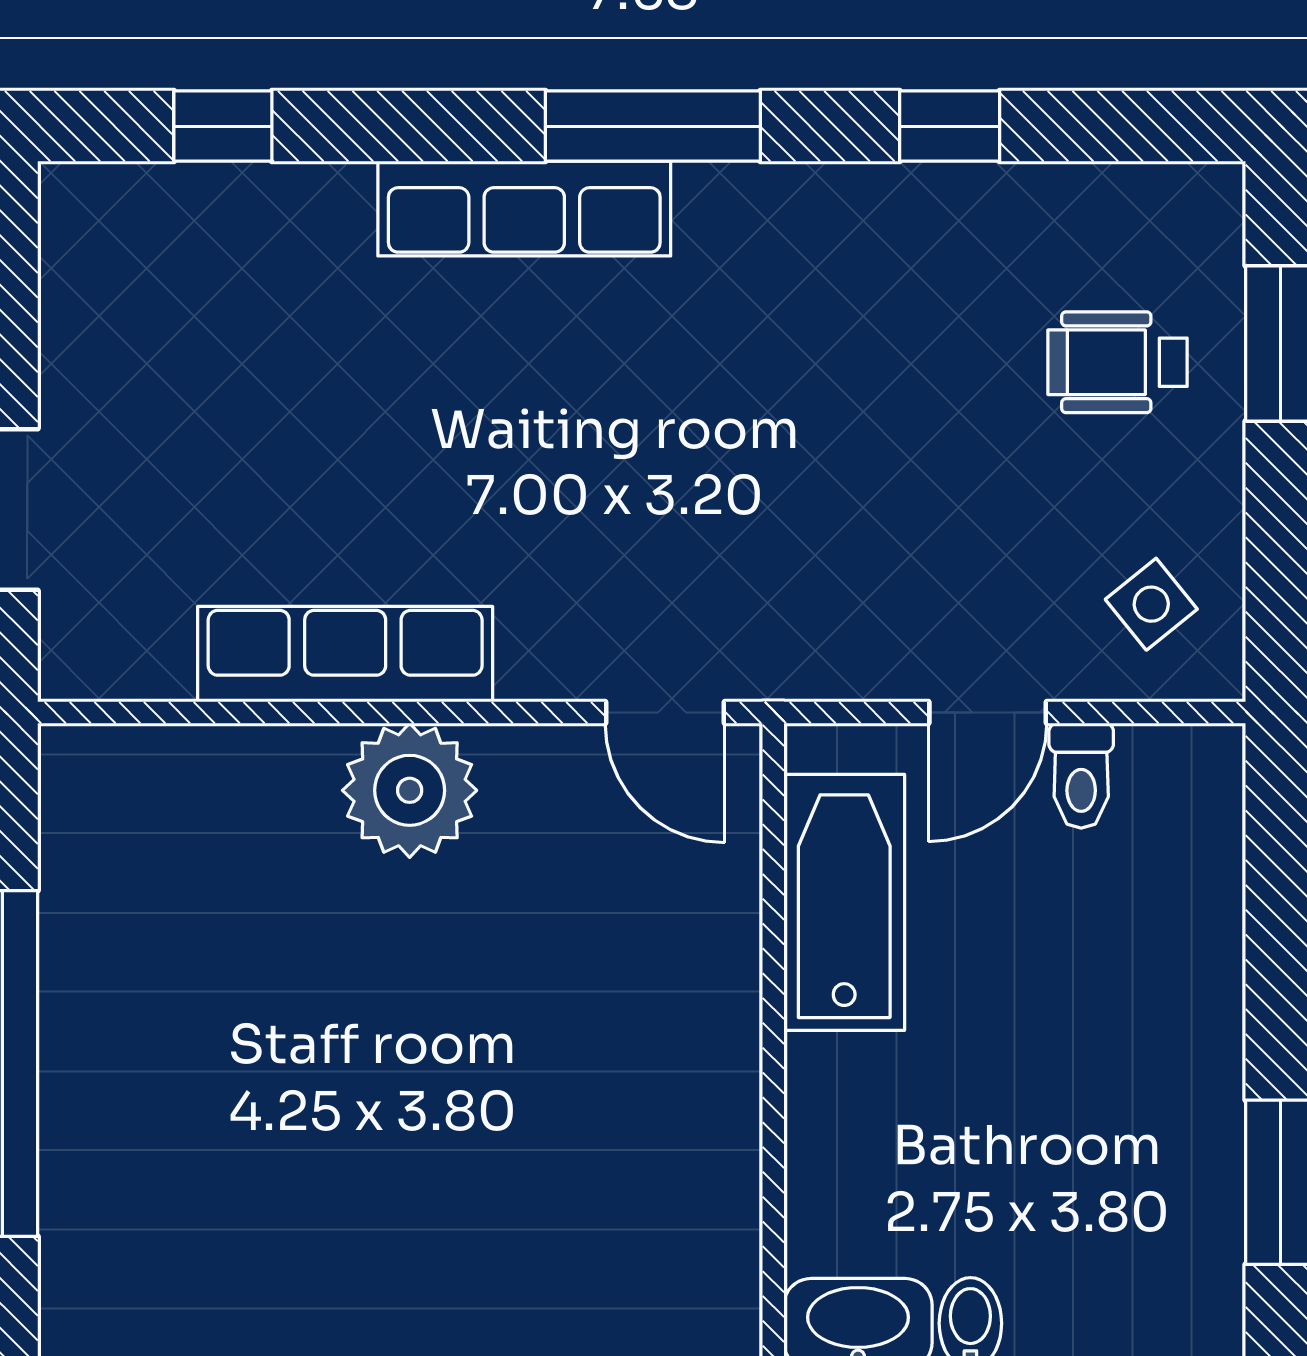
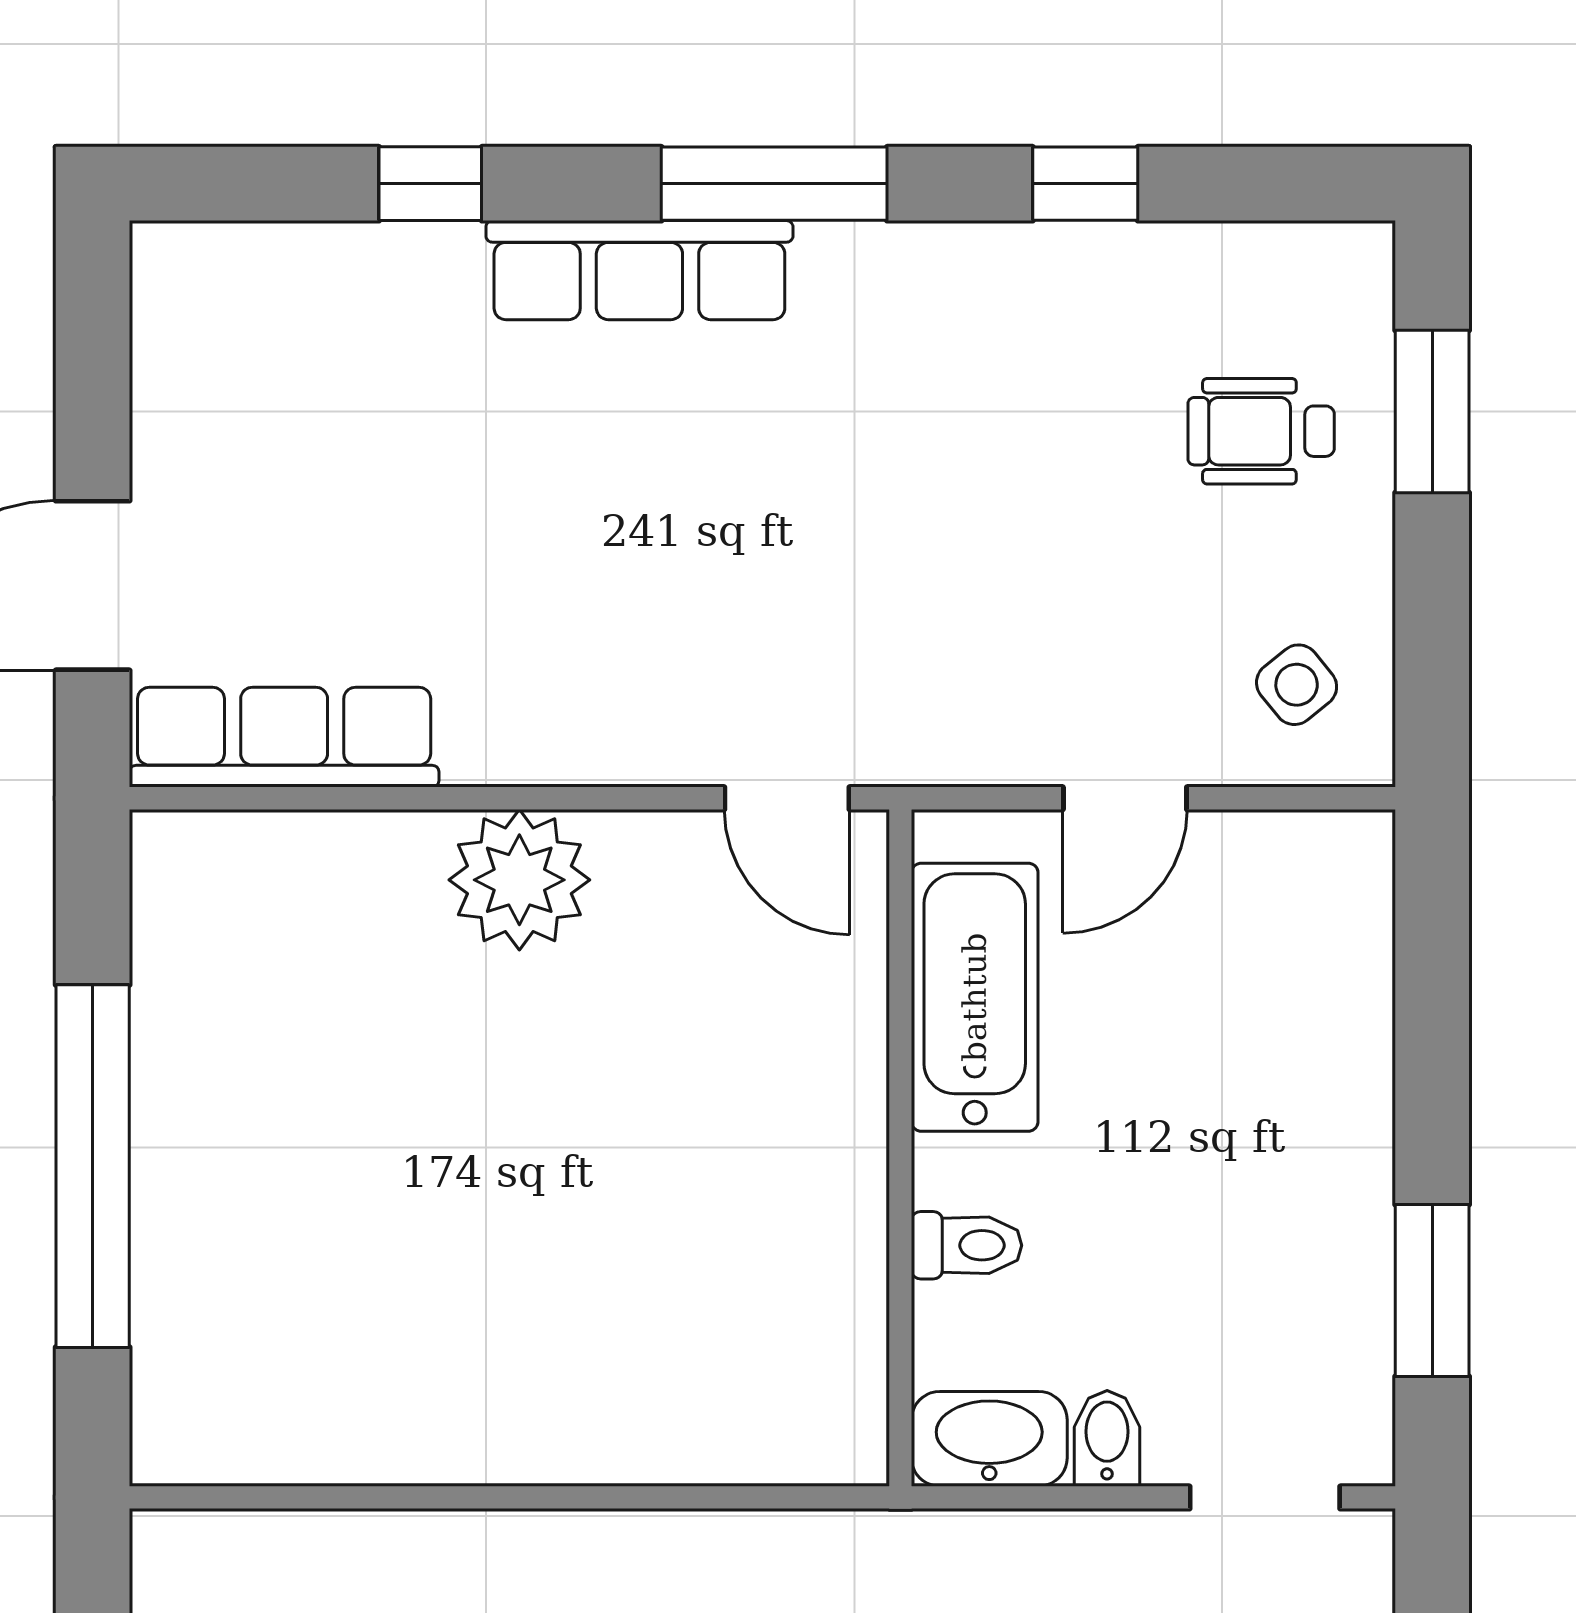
window: (223, 126) -> (430, 184), moved
row of seats: (345, 654) -> (284, 737), moved
toilet: (1081, 776) -> (967, 1245), moved, turned -90

